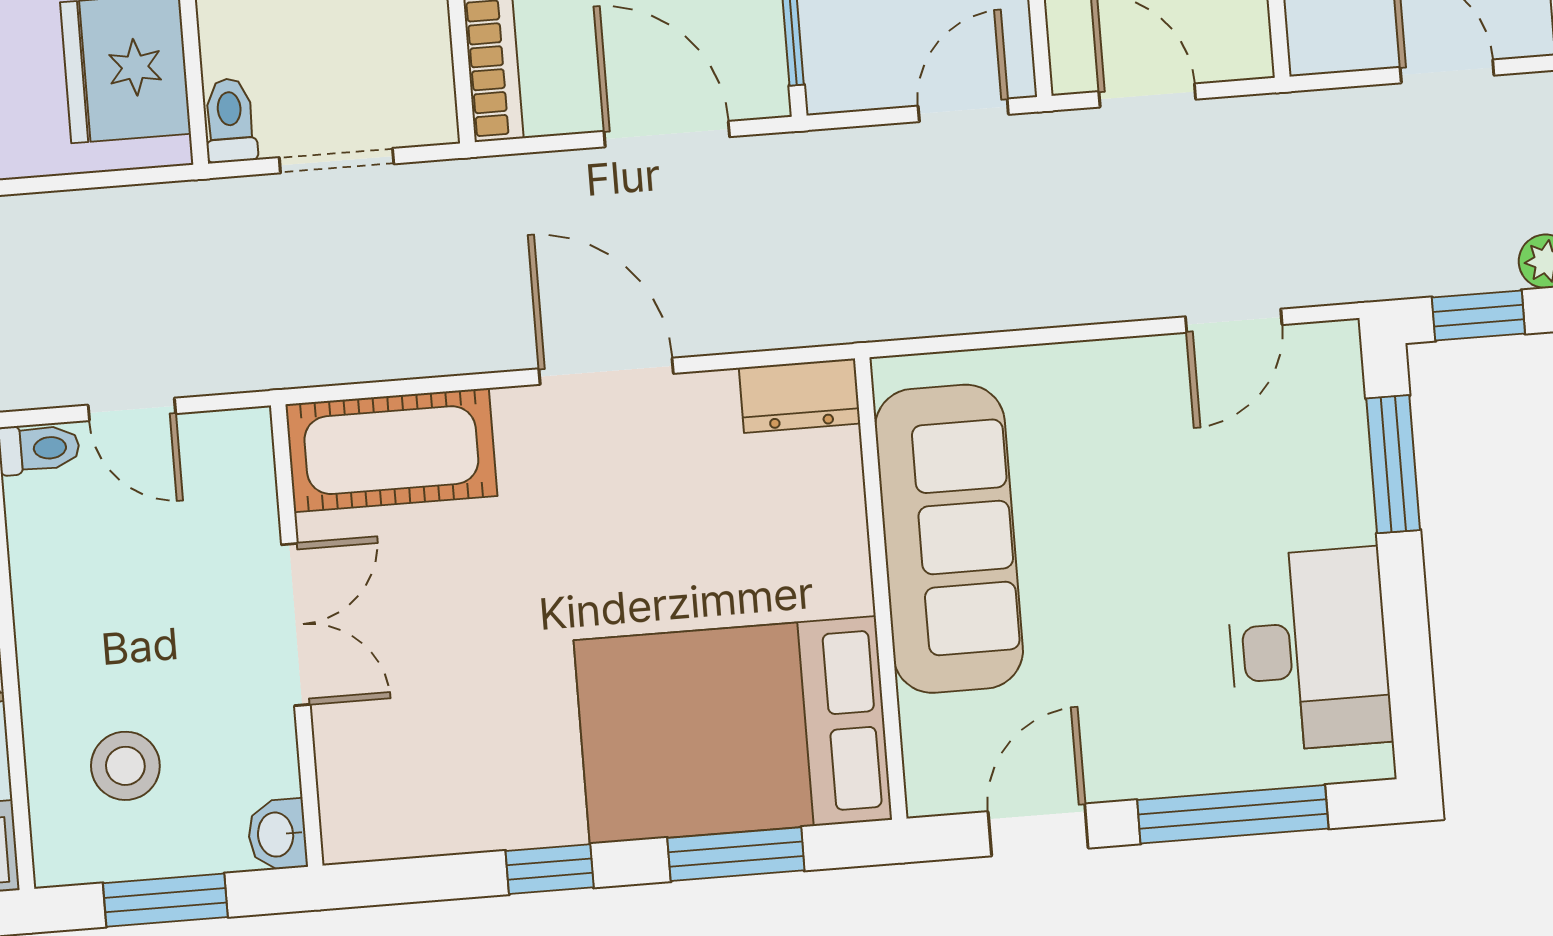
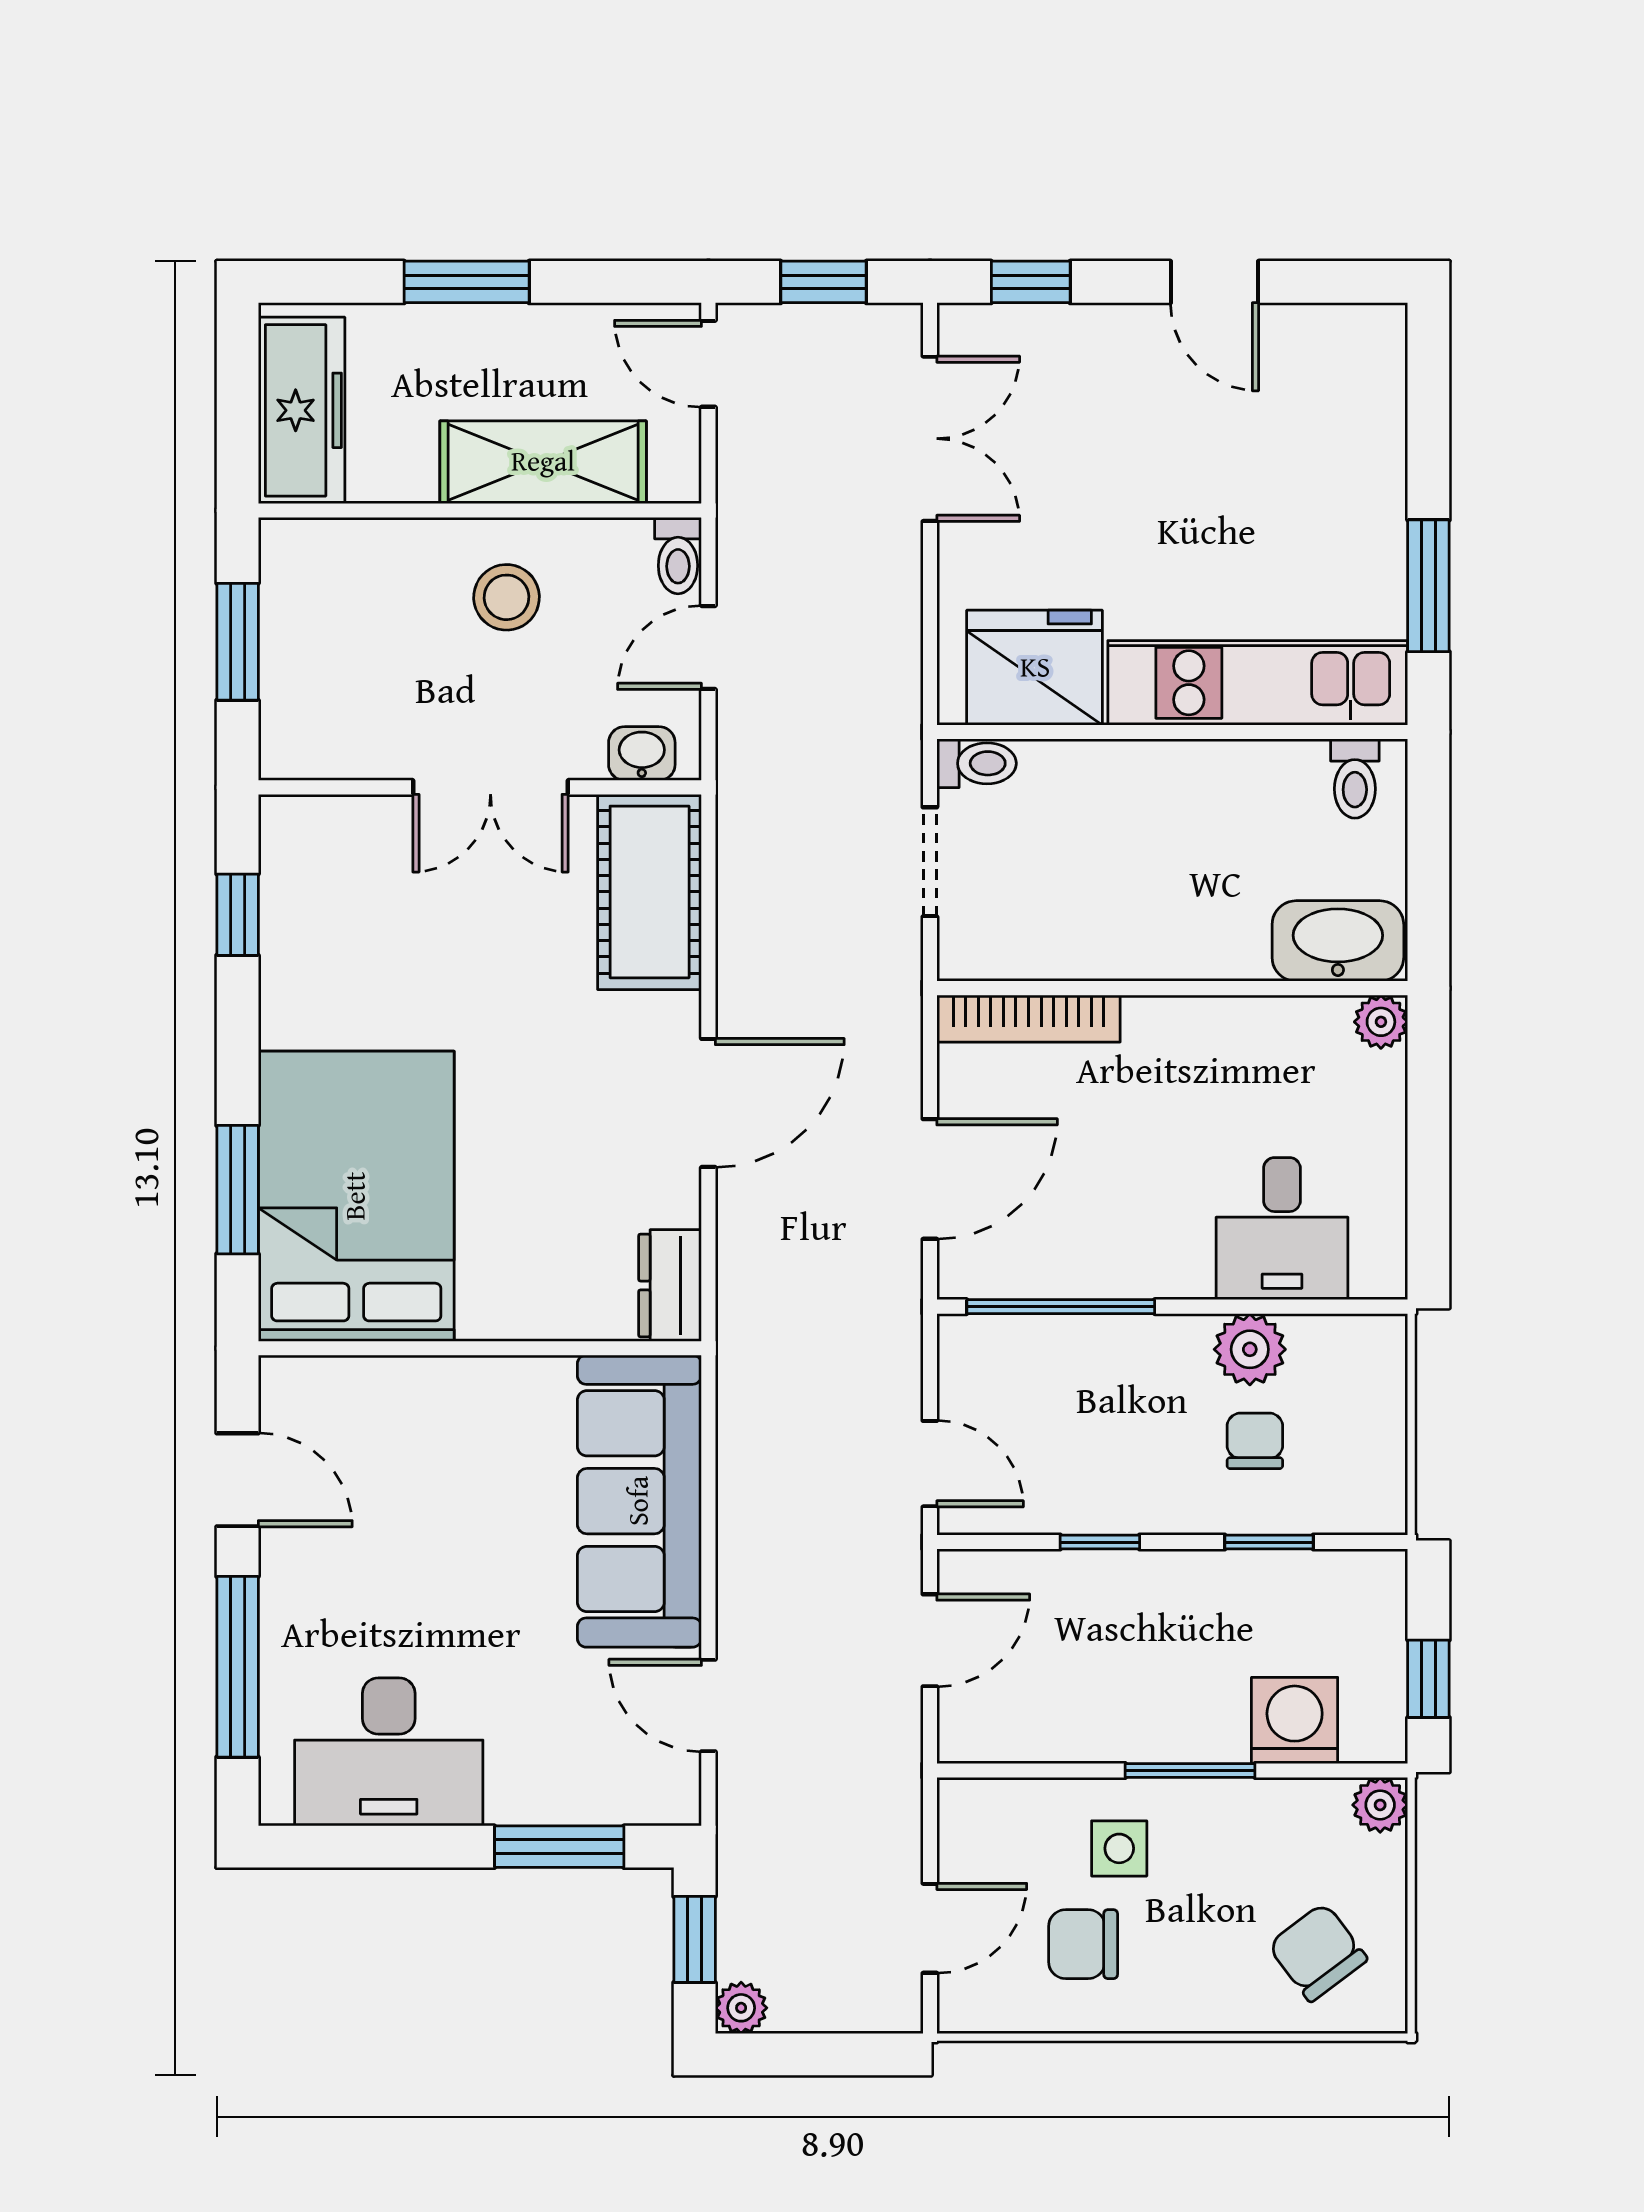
sofa: (949, 539) -> (639, 1501), moved, turned 90
stool: (125, 766) -> (507, 597), moved
washbasin: (277, 834) -> (642, 754), moved
window: (550, 869) -> (238, 915), moved

